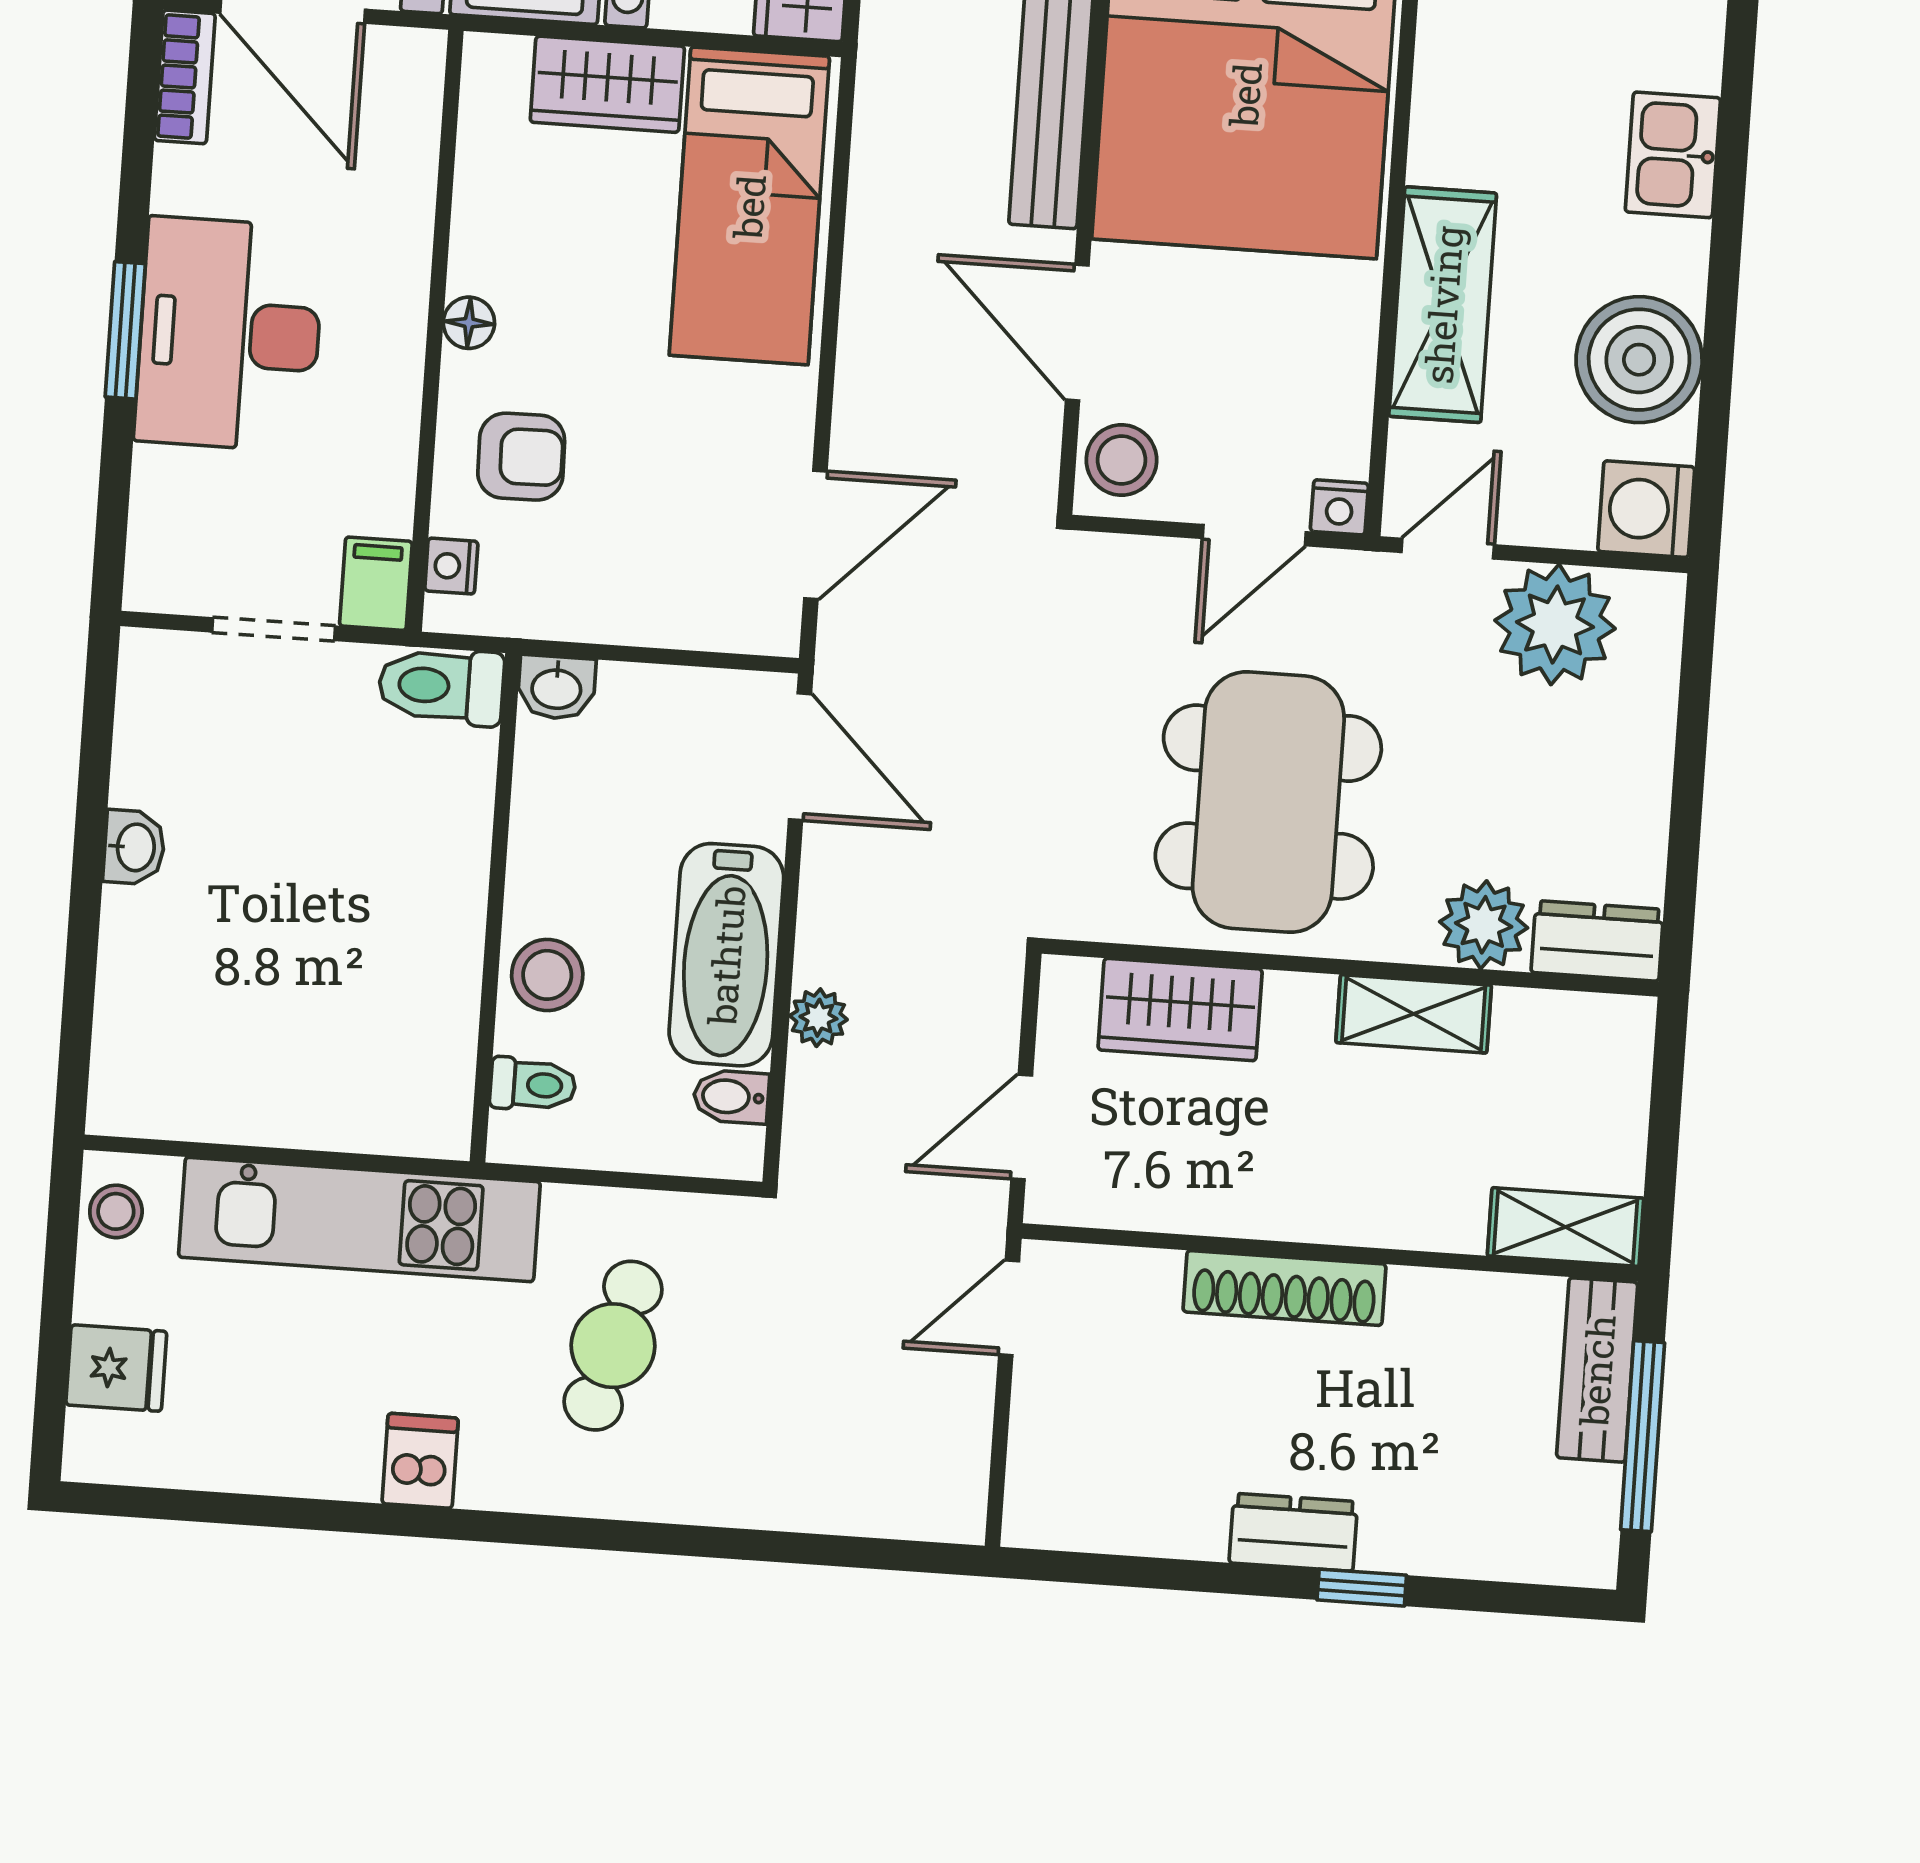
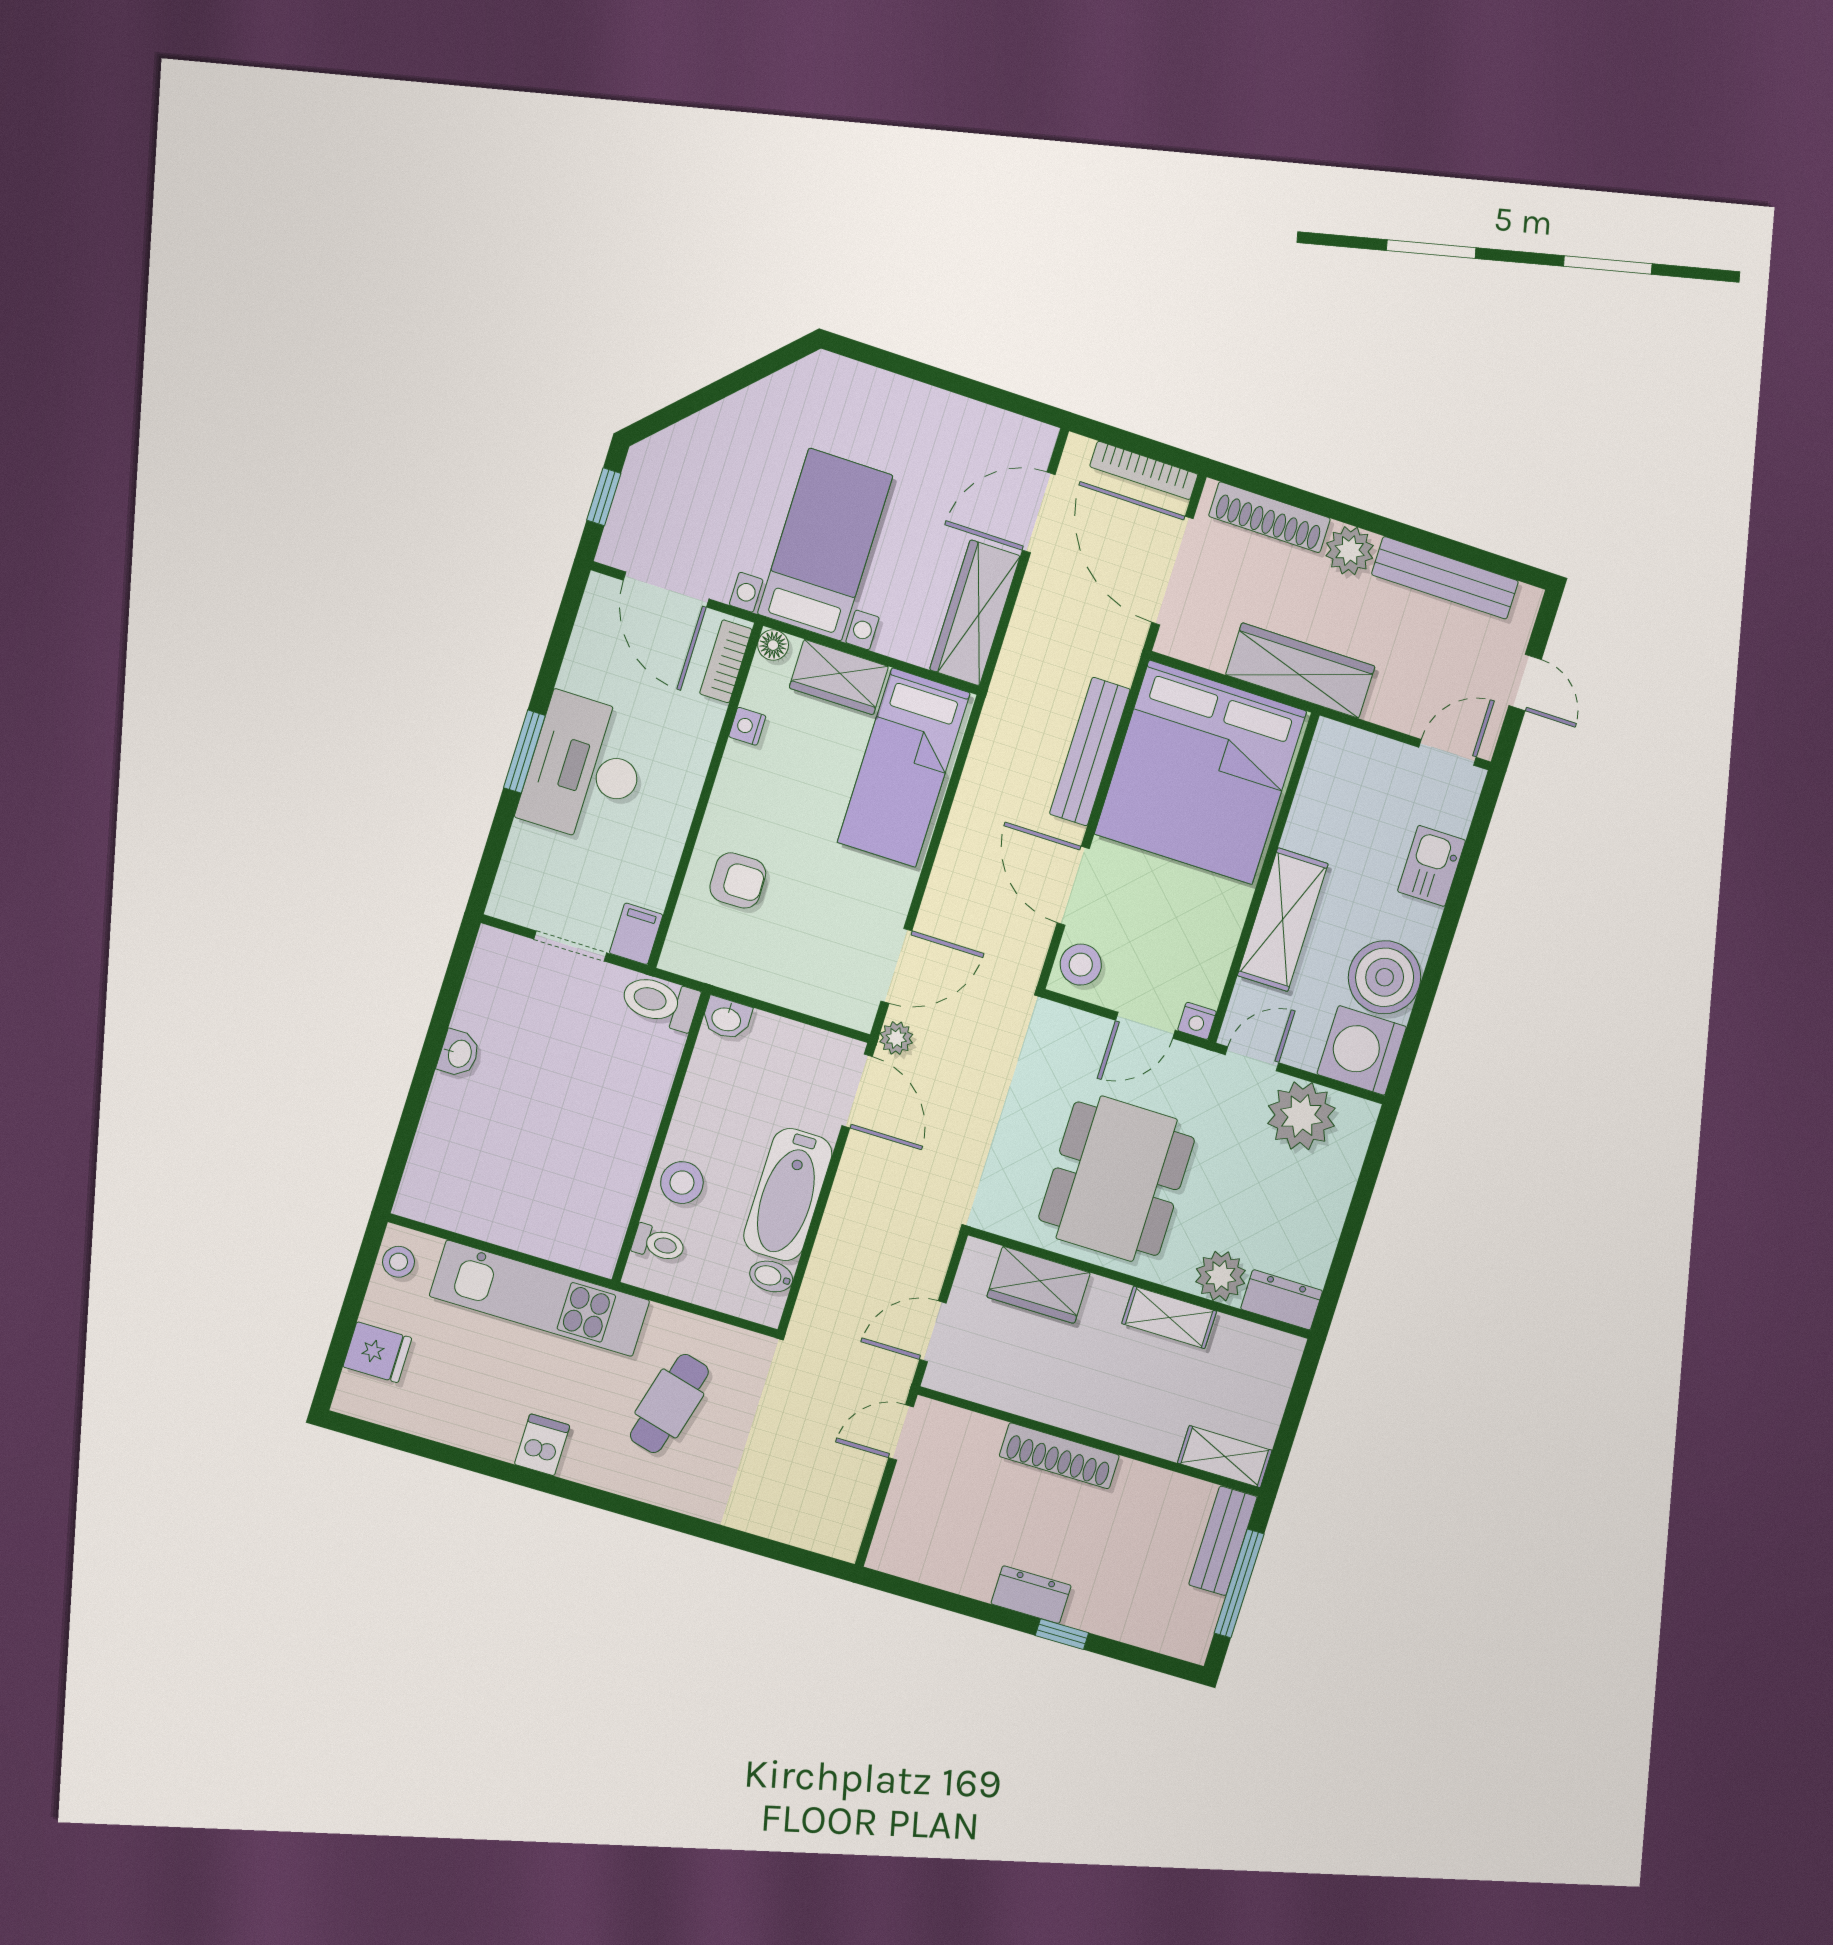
bookcase: (185, 77) -> (726, 661), moved, turned 180
floor lamp: (469, 323) -> (773, 645), moved
washing machine: (1646, 509) -> (1362, 1050), width x1.37, depth x1.37
nightstand: (451, 566) -> (747, 726), moved
plant: (818, 1018) -> (896, 1038), moved

